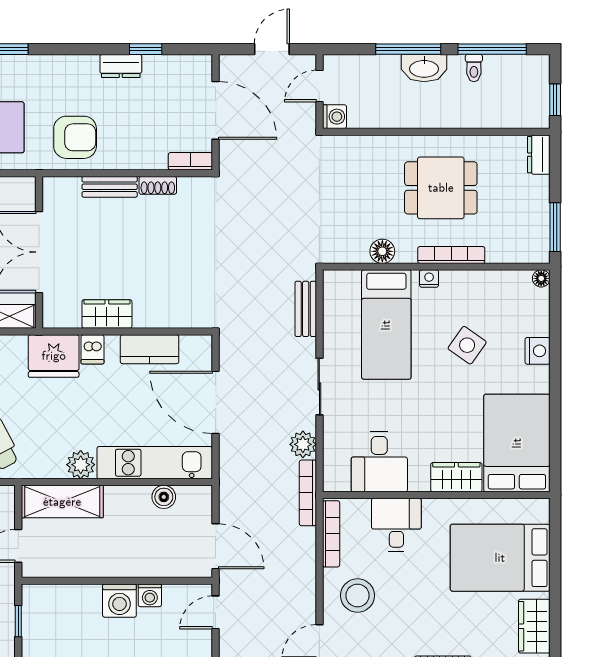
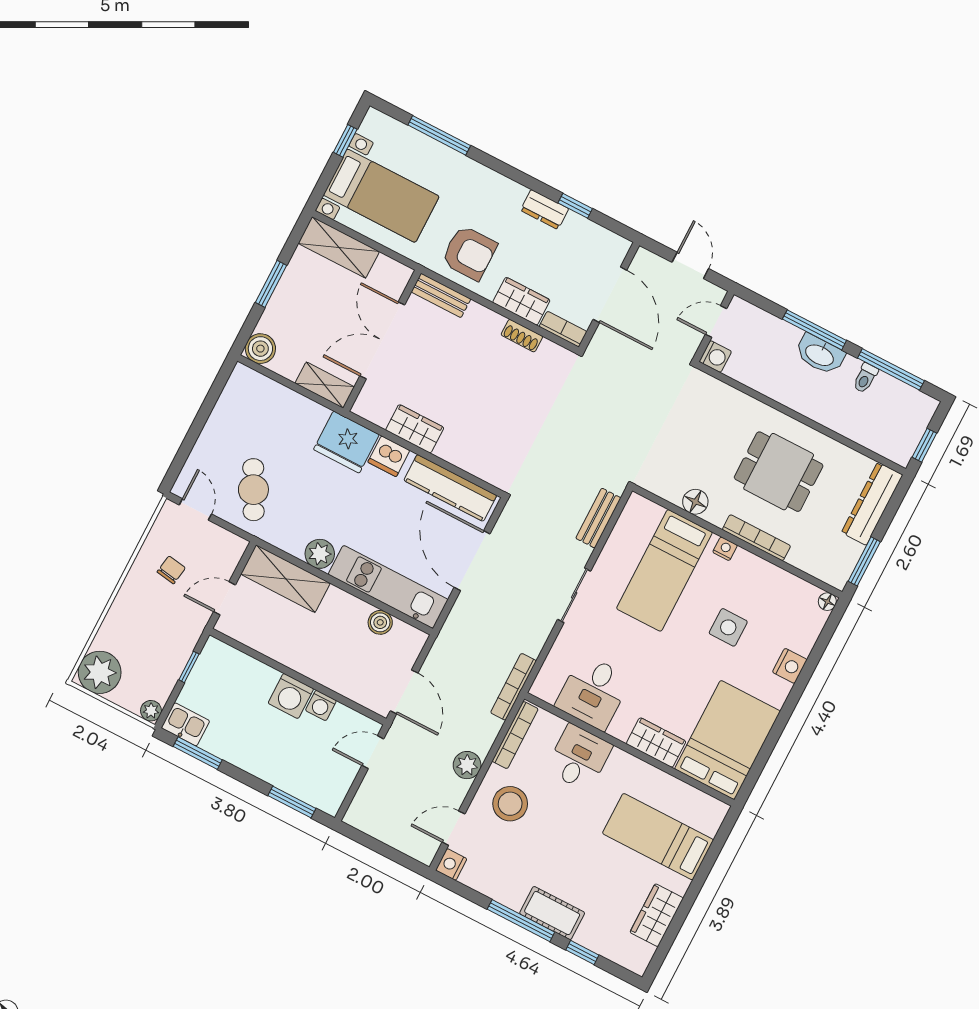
door: (272, 49) -> (690, 265), hinge flipped
dresser: (539, 155) -> (872, 504), width x1.96, depth x1.24
wardrobe: (142, 156) -> (521, 301), added
bench: (110, 187) -> (441, 295), moved
side table: (467, 345) -> (728, 627), turned -35
dishwasher: (92, 349) -> (389, 456), width x1.38
kitchen counter: (150, 349) -> (450, 488), width x1.50
plant: (303, 444) -> (467, 765), moved
bed: (500, 558) -> (658, 837), width x0.67

